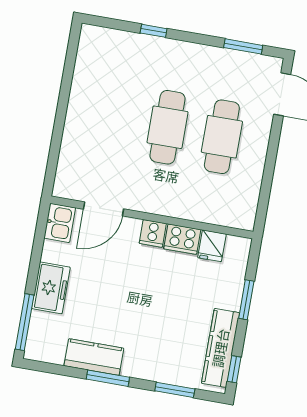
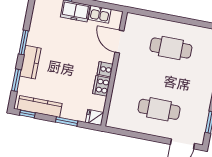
cafe table: (168, 127) -> (171, 48), moved
kitchen sink: (60, 223) -> (100, 14), moved
fridge: (212, 246) -> (95, 117), moved
kitchen counter: (94, 357) -> (30, 62), moved

